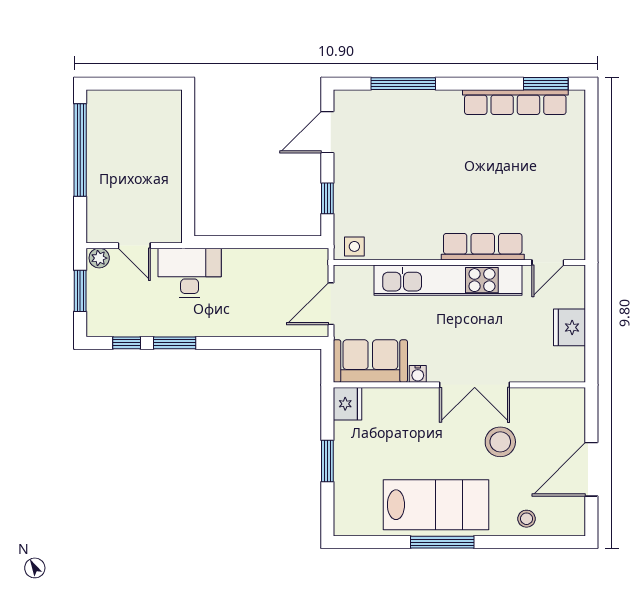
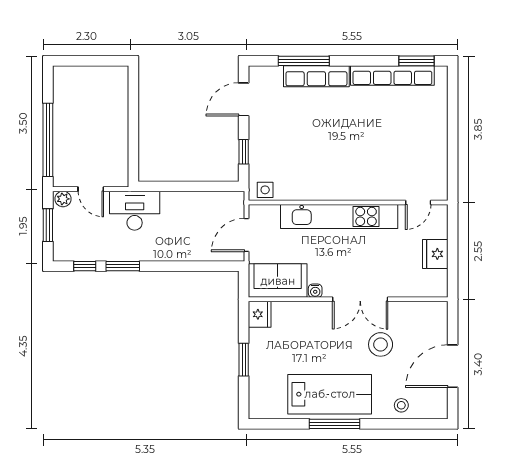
window: (80, 150) -> (48, 140), moved
row of seats: (483, 247) -> (316, 76), moved, turned 180

